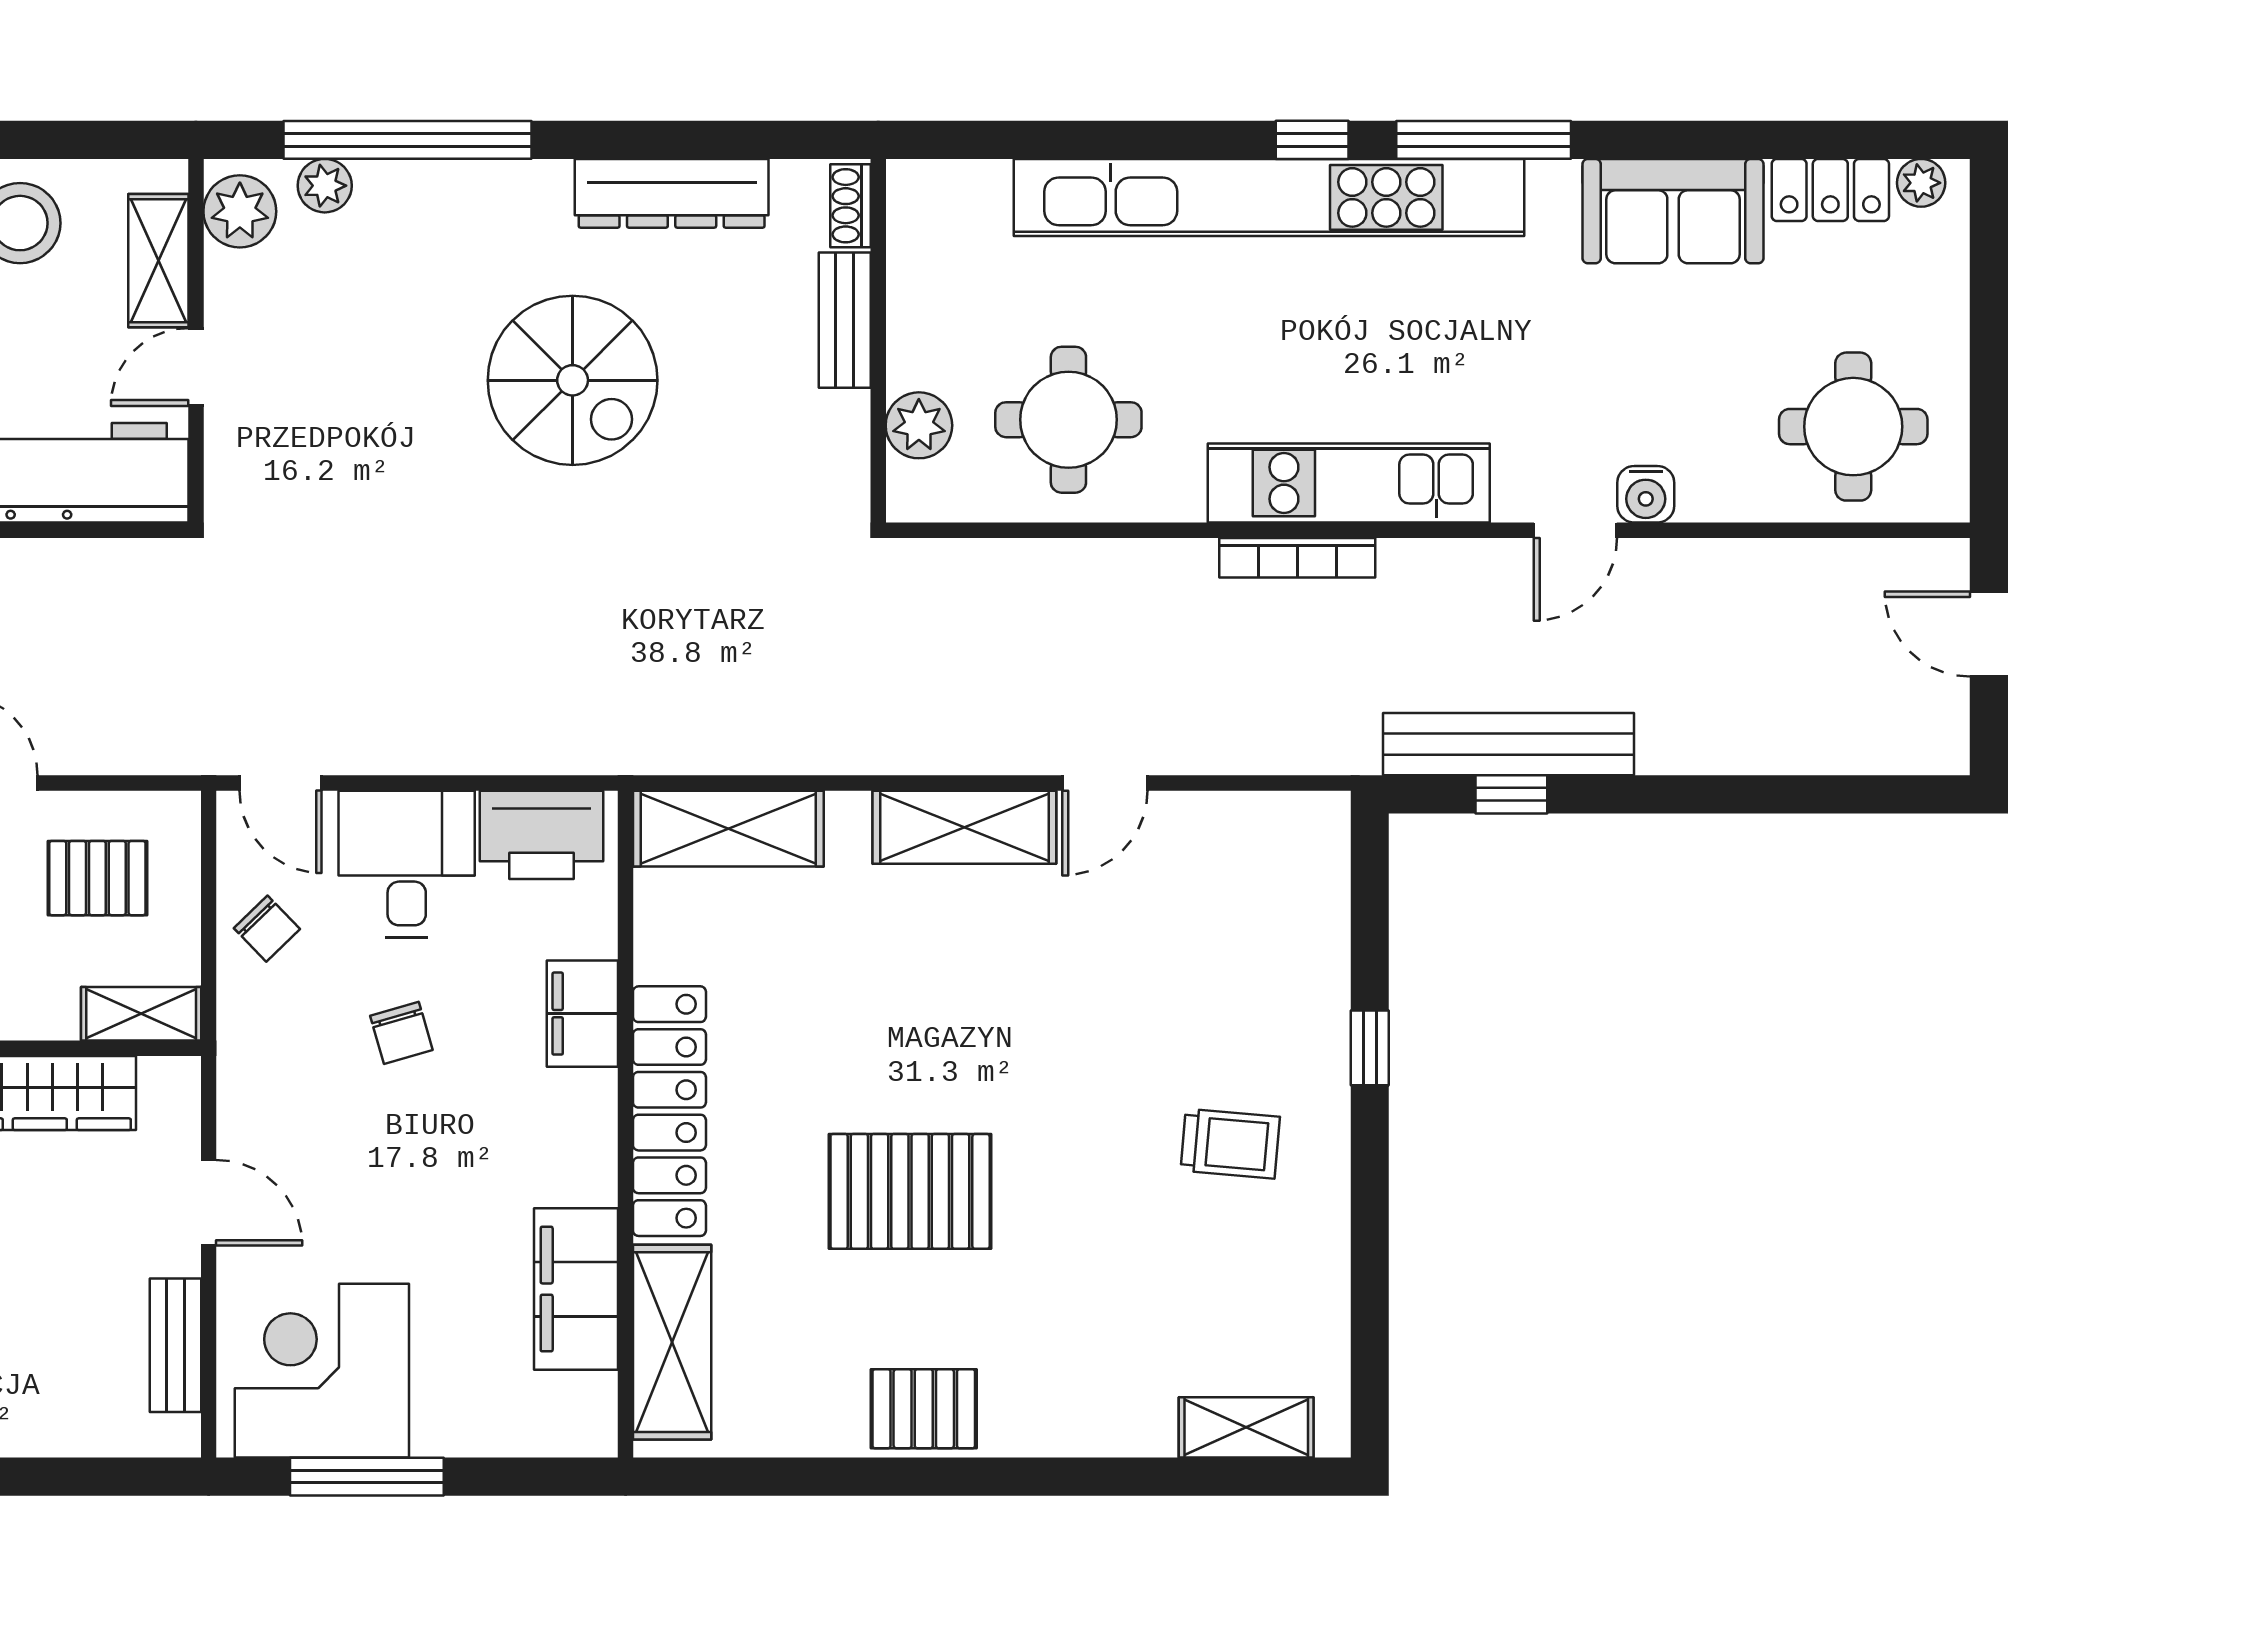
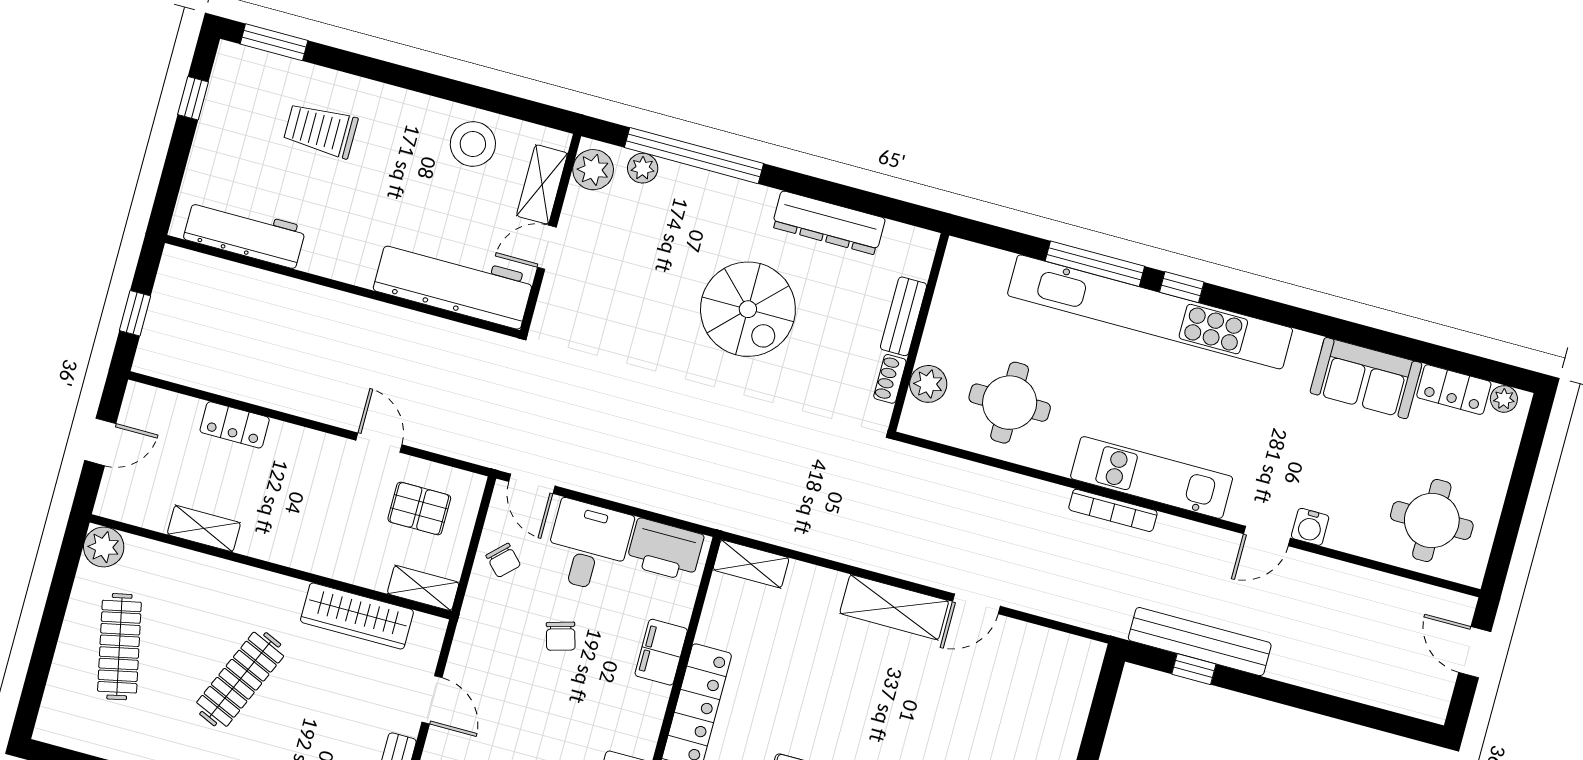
window: (1484, 140) -> (1095, 264), moved
shoe rack: (850, 206) -> (890, 379), moved
shelving: (728, 829) -> (751, 564), width x0.67, depth x0.75

